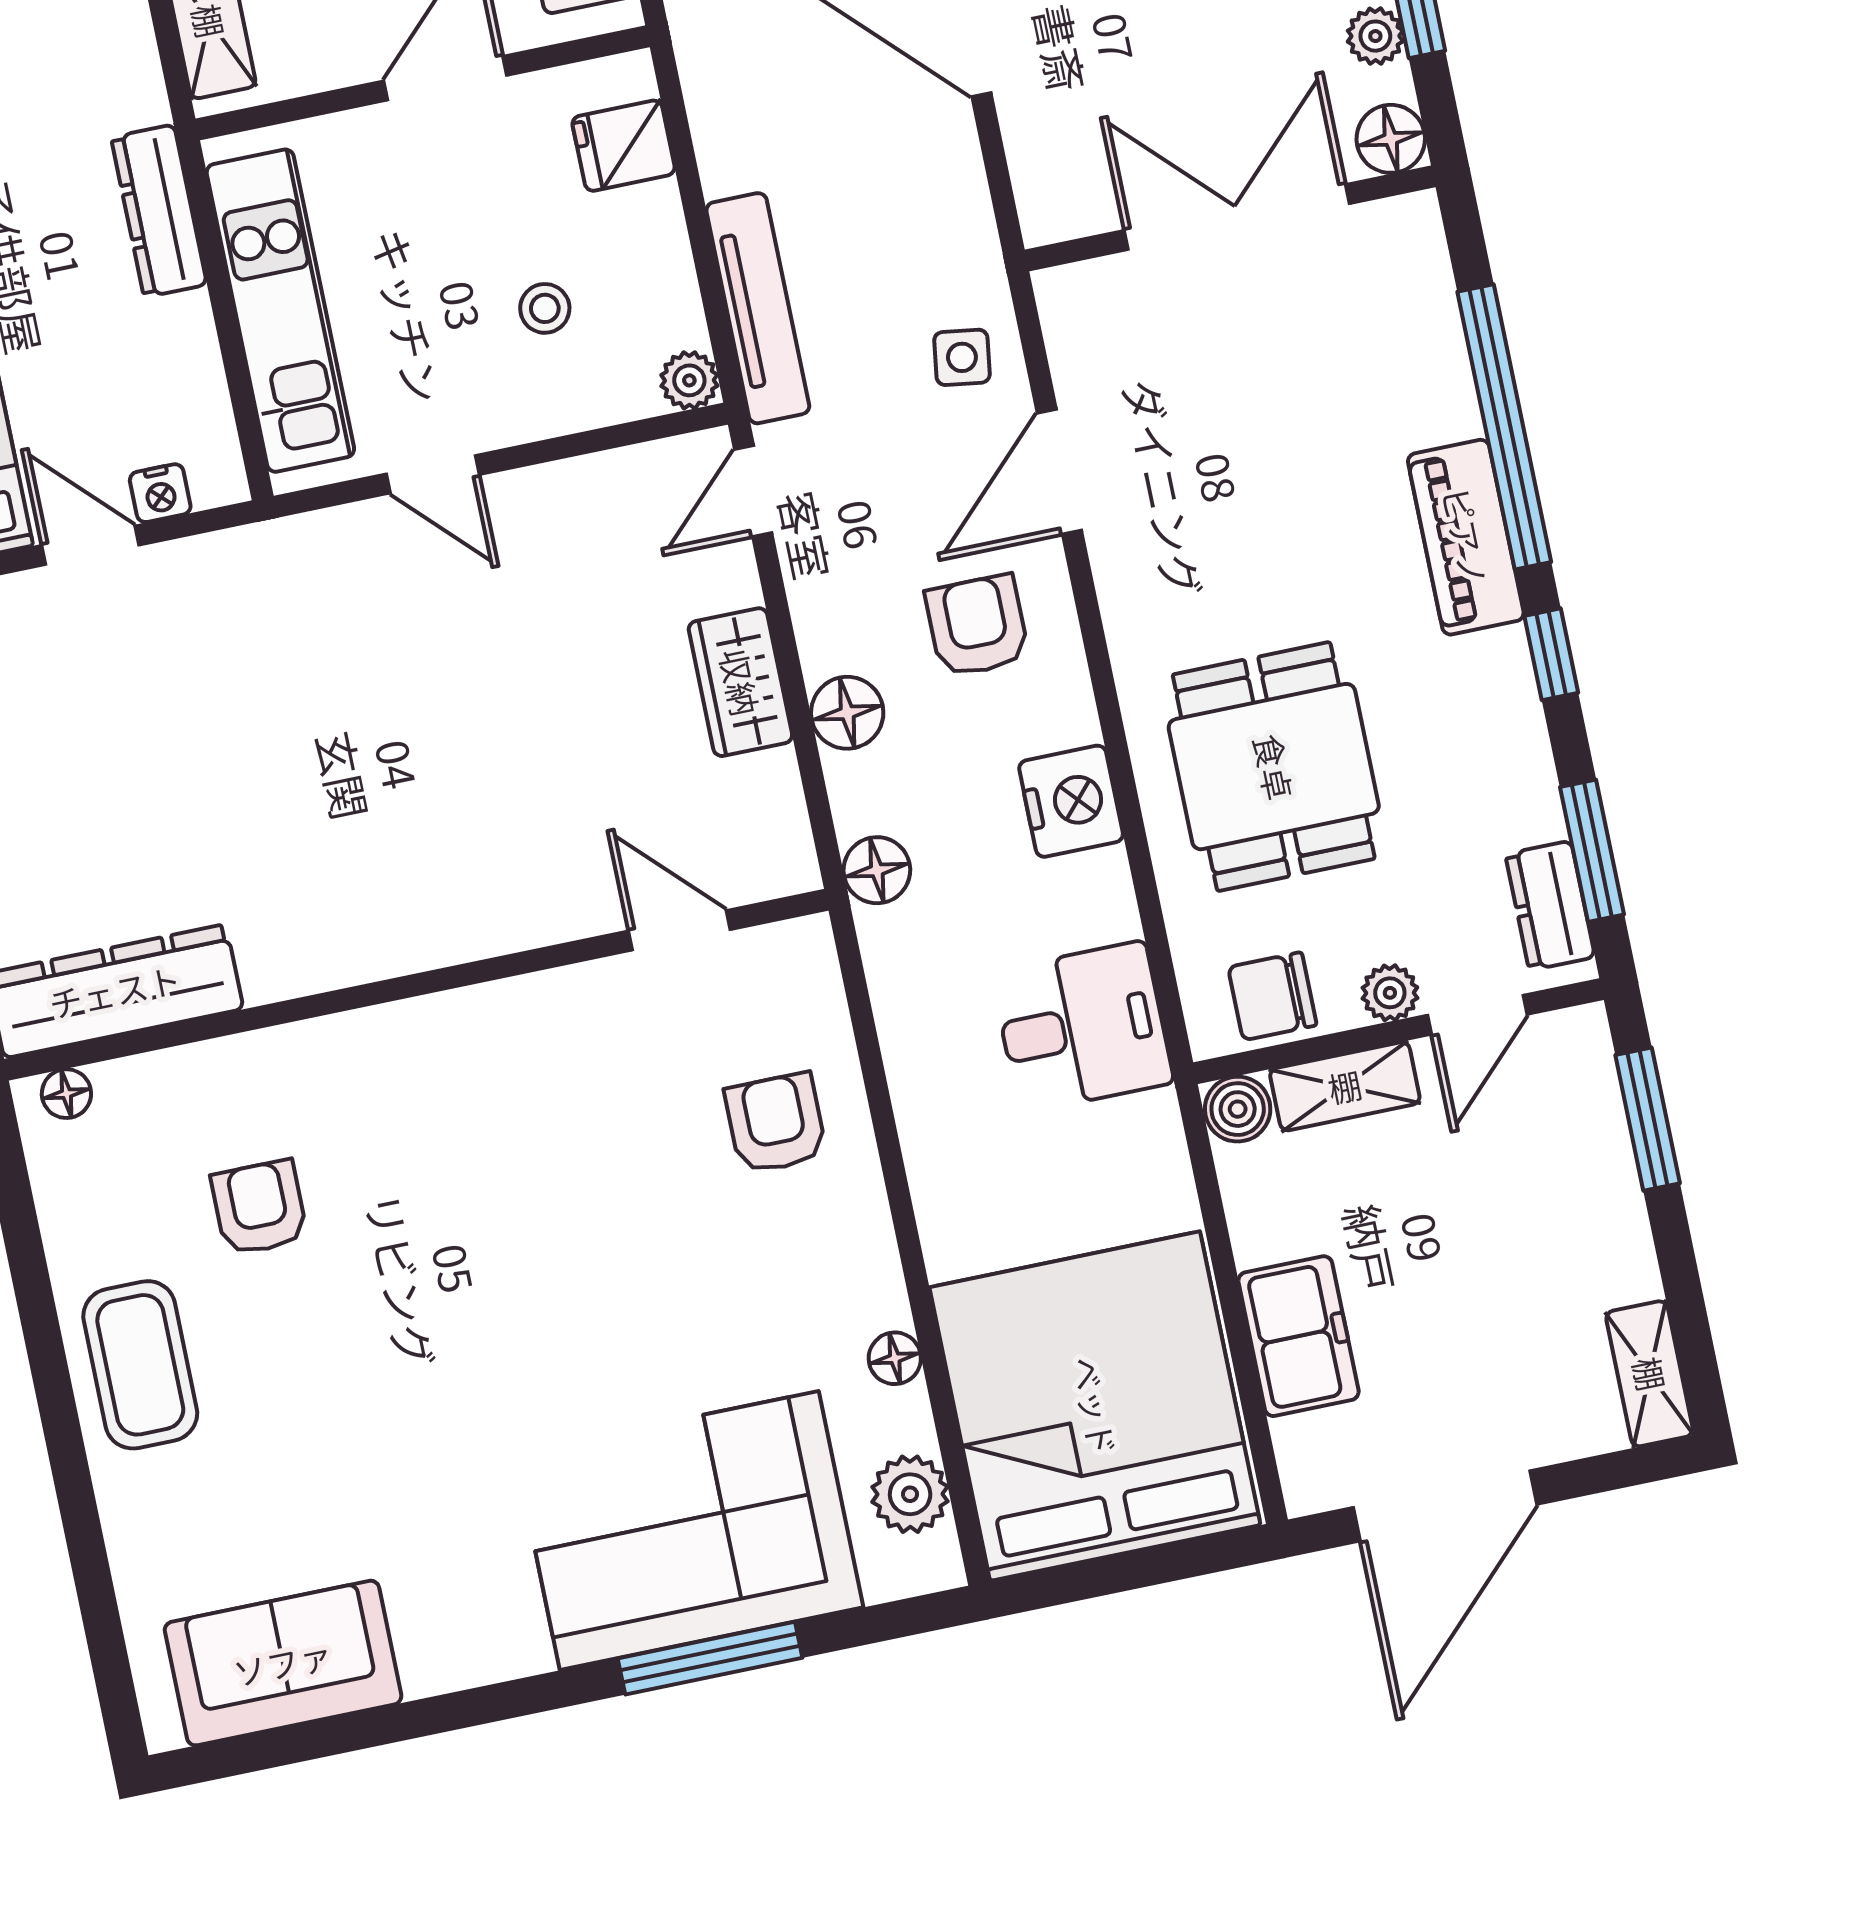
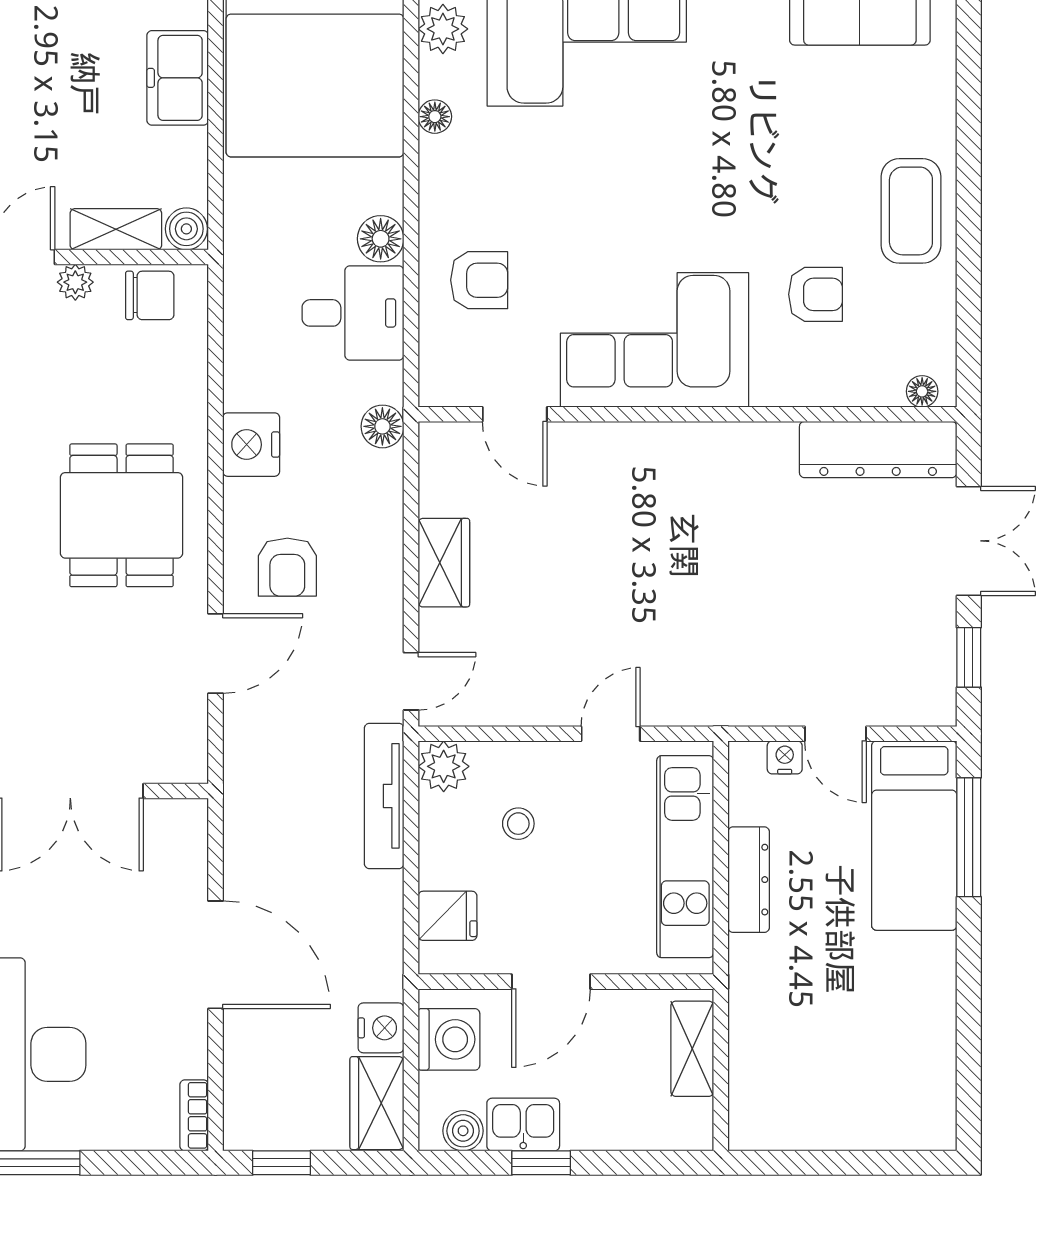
dresser: (159, 211) -> (749, 880), moved
side table: (962, 357) -> (262, 738), removed
plant: (689, 380) -> (444, 766), width x1.38, depth x1.38
door: (433, 474) -> (611, 734), hinge flipped
floor lamp: (847, 713) -> (381, 239), moved
dining table: (1274, 767) -> (122, 515), moved
desk: (1082, 1027) -> (353, 313), moved, turned 180
corner sofa: (490, 1088) -> (654, 340), added
armchair: (776, 1123) -> (479, 280), turned -90
armchair: (259, 1208) -> (815, 294), turned -90

